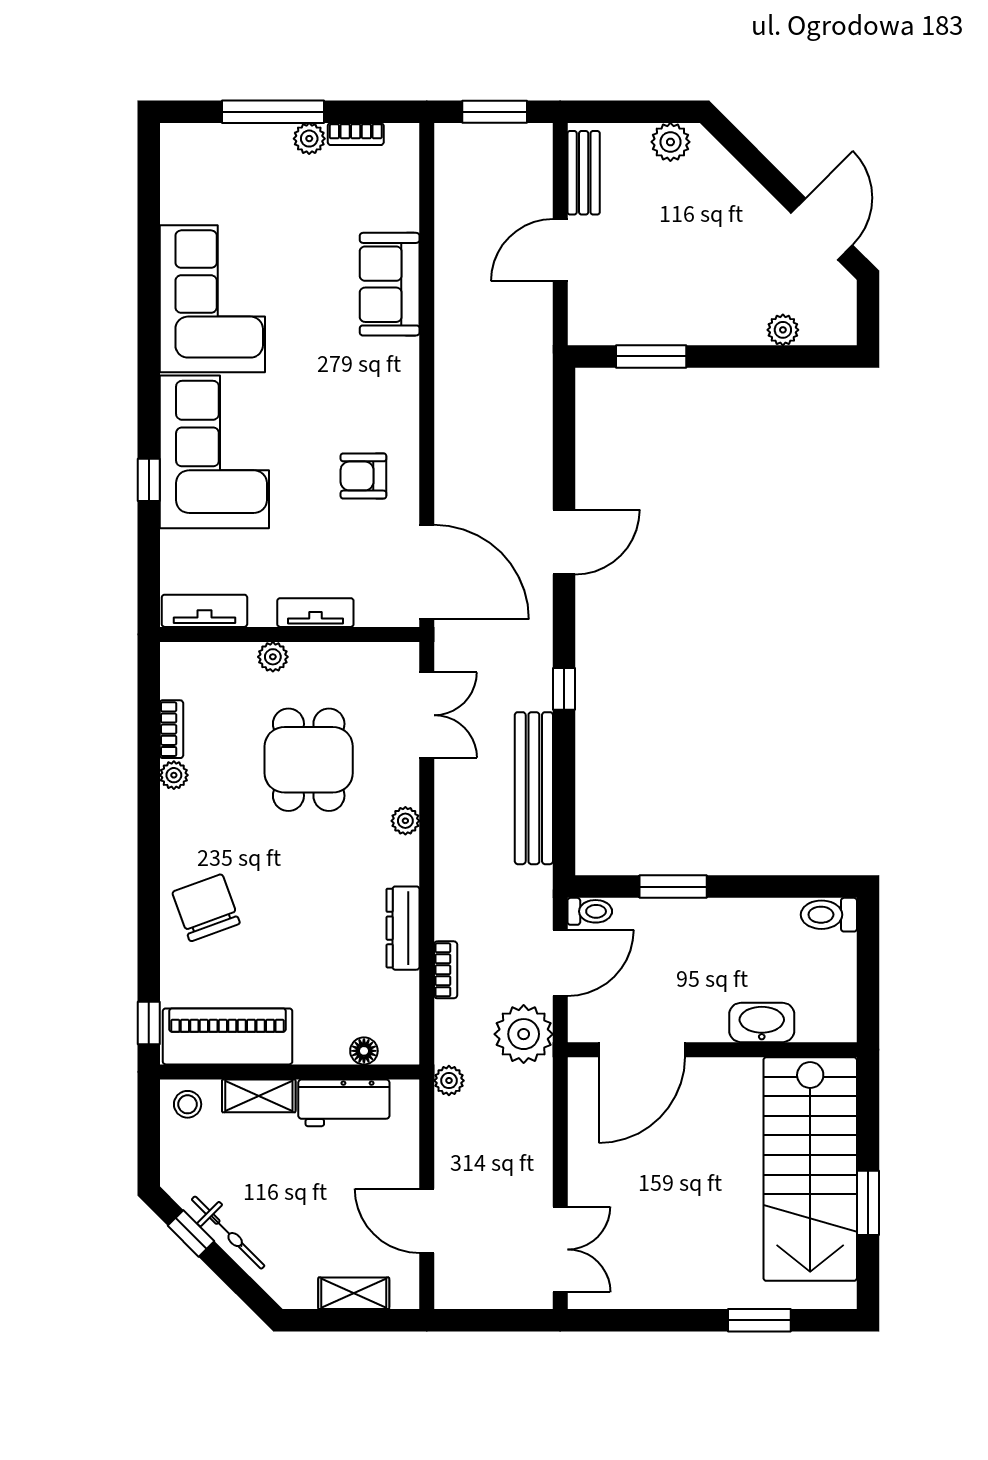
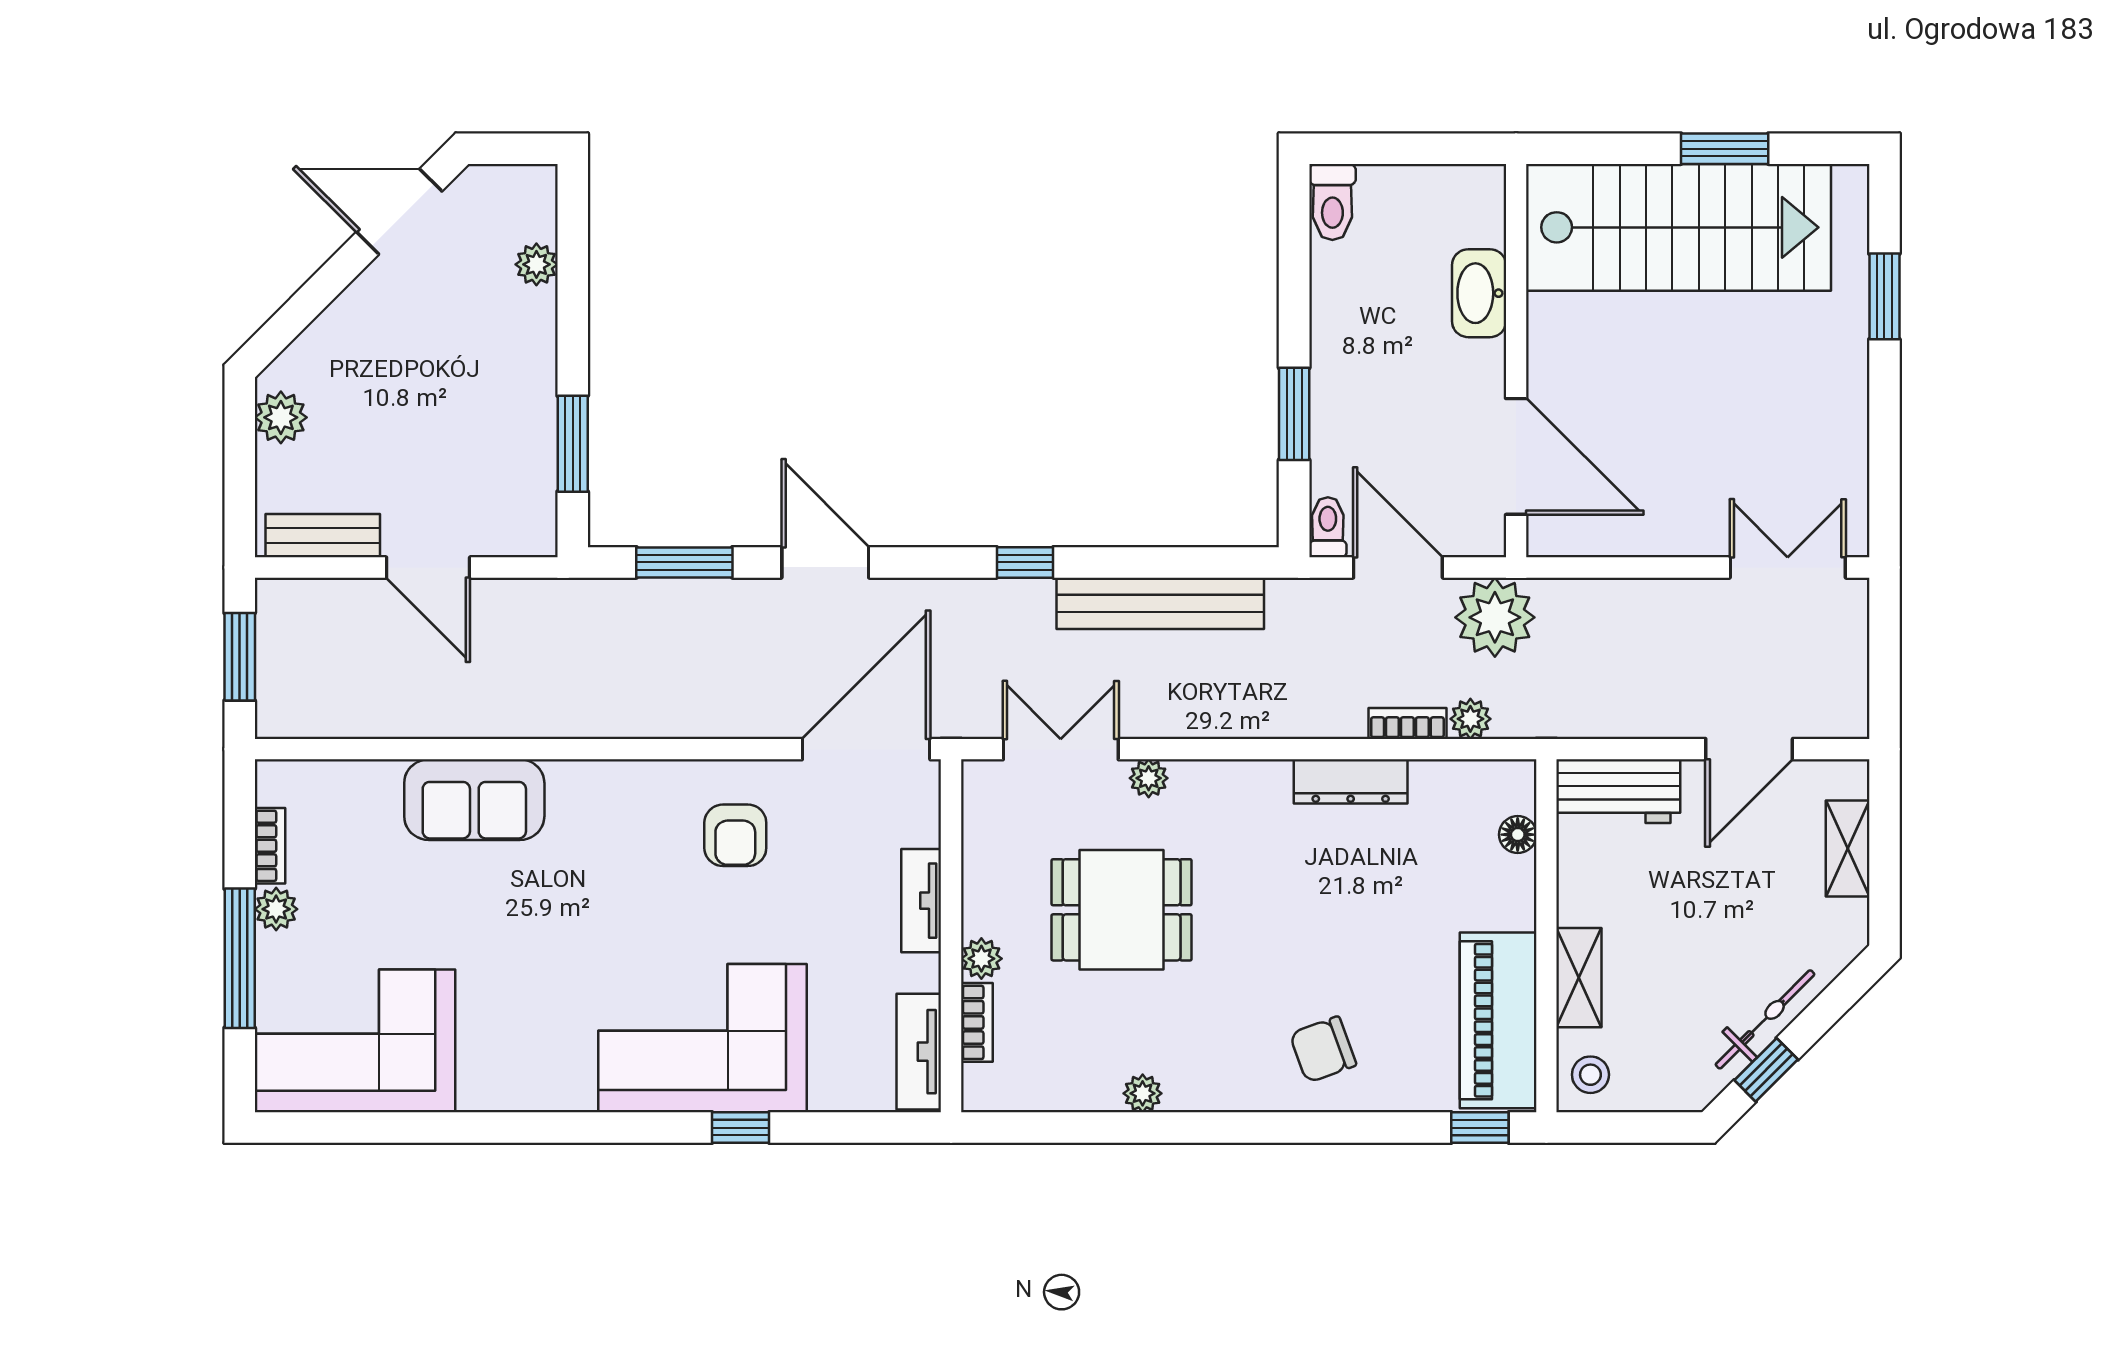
corner sofa: (212, 299) -> (355, 1041), moved
window: (564, 439) -> (684, 562), added
bookcase: (171, 729) -> (977, 1022), moved, turned 90
plant: (405, 821) -> (1149, 778), moved
chair: (206, 908) -> (1323, 1049), width x0.73, depth x0.73
plant: (449, 1081) -> (1470, 719), moved
workbench: (344, 1103) -> (1618, 791), moved, turned 90

